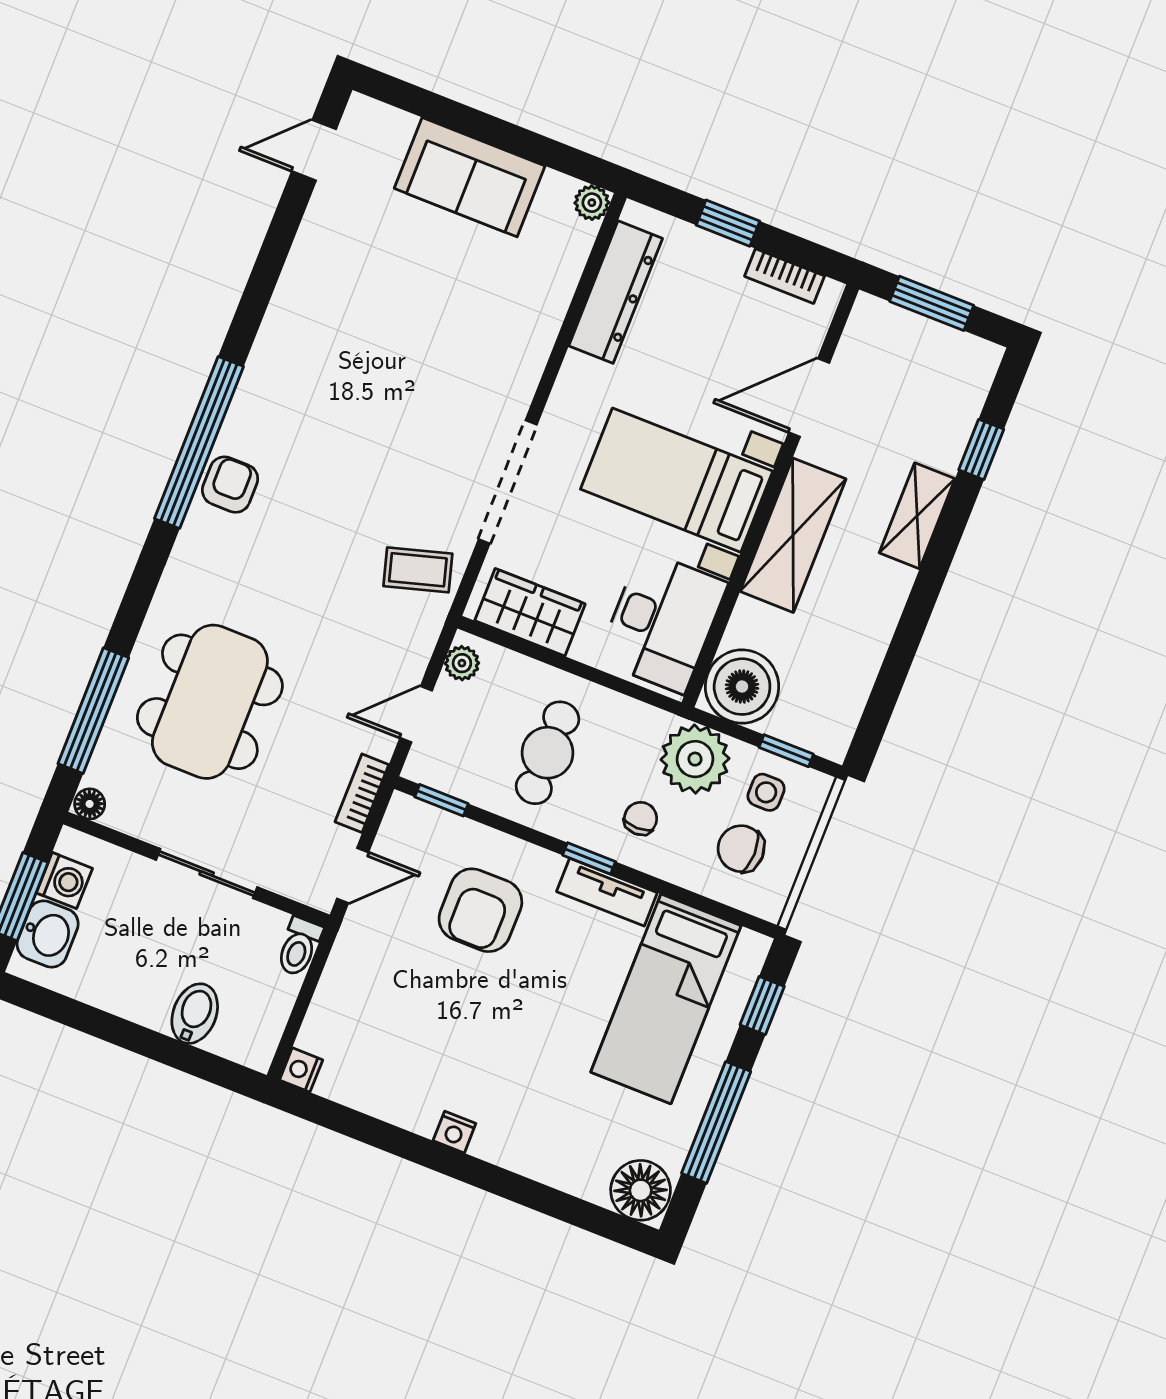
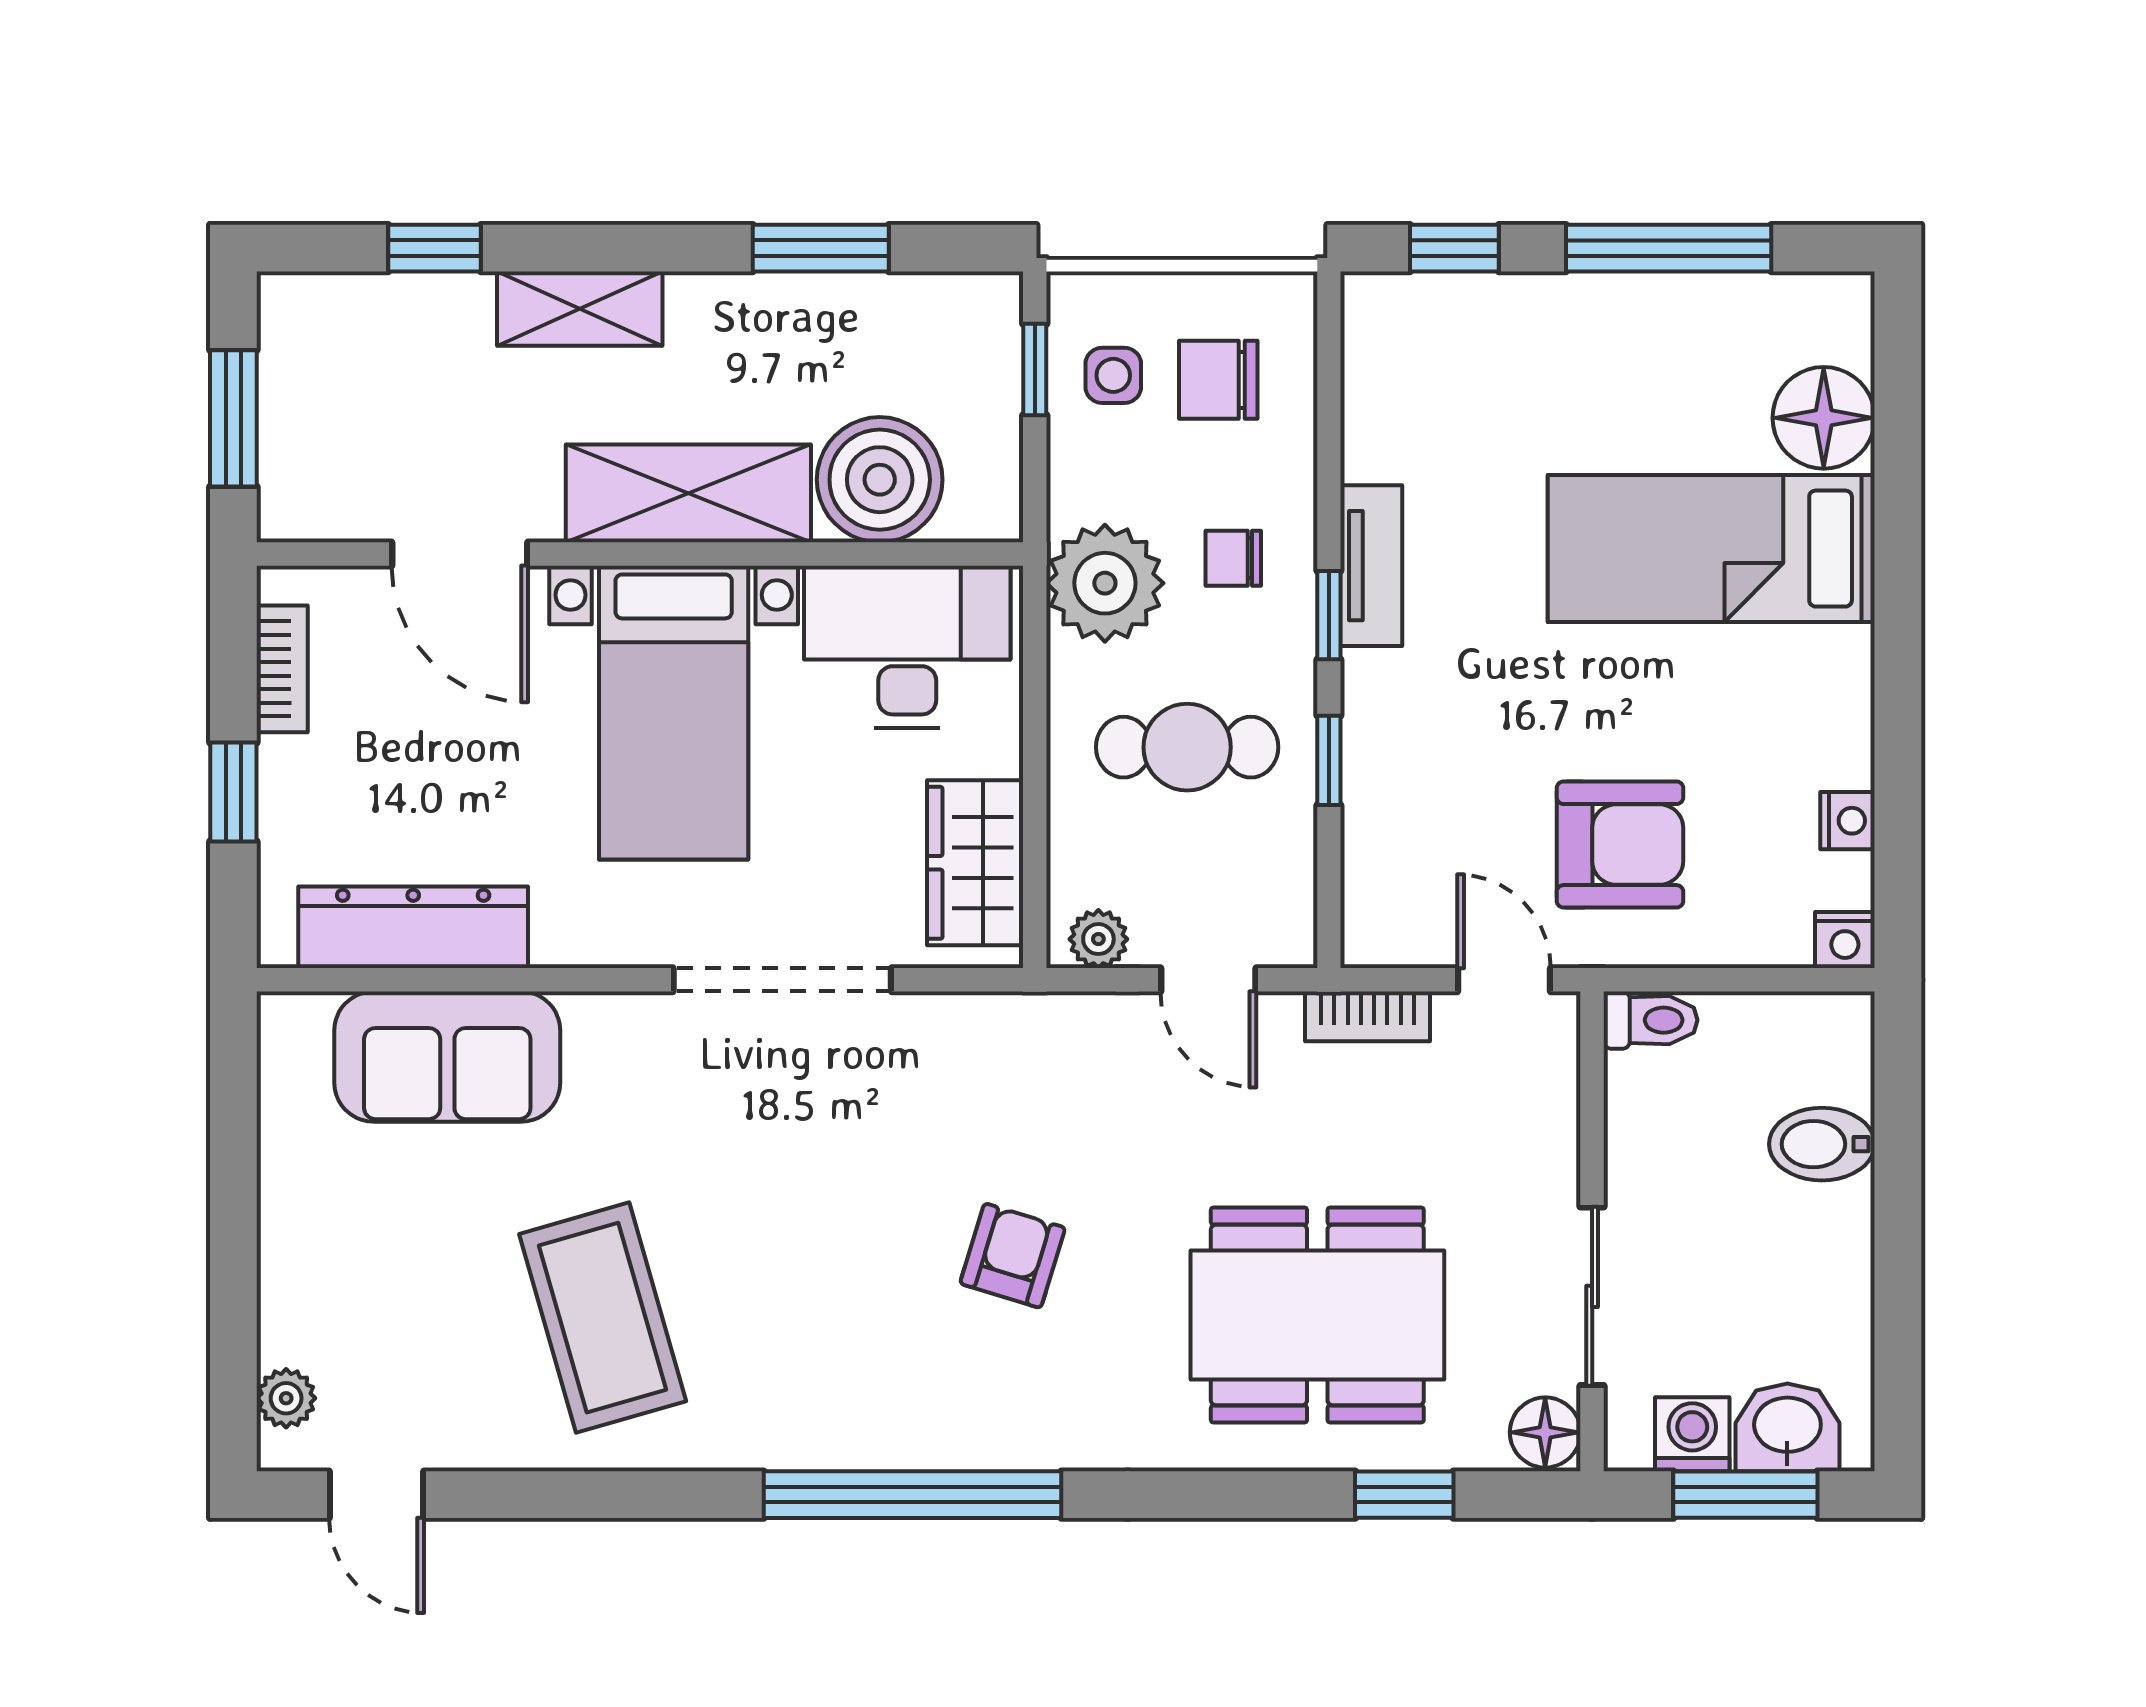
sofa: (470, 177) -> (447, 1057), moved, turned 90
plant: (592, 203) -> (286, 1398), moved
armchair: (230, 485) -> (1013, 1256), moved, turned 107
coffee table: (418, 570) -> (603, 1318), moved, width x1.86, depth x1.72
window: (898, 660) -> (821, 248), added
boiler: (742, 687) -> (880, 480), moved
window: (93, 711) -> (1404, 1495), width x0.46
plant: (695, 759) -> (1105, 583), moved
window: (441, 800) -> (1329, 760), moved
floor lamp: (90, 804) -> (1545, 1432), width x1.37, depth x1.37
chair: (741, 849) -> (1218, 380), turned 90
sliding door: (207, 874) -> (1592, 1296), moved
armchair: (480, 910) -> (1620, 845), moved
bed: (666, 999) -> (1711, 549), moved, turned 180
nightstand: (454, 1132) -> (1848, 821), moved
floor lamp: (641, 1190) -> (1824, 418), moved

